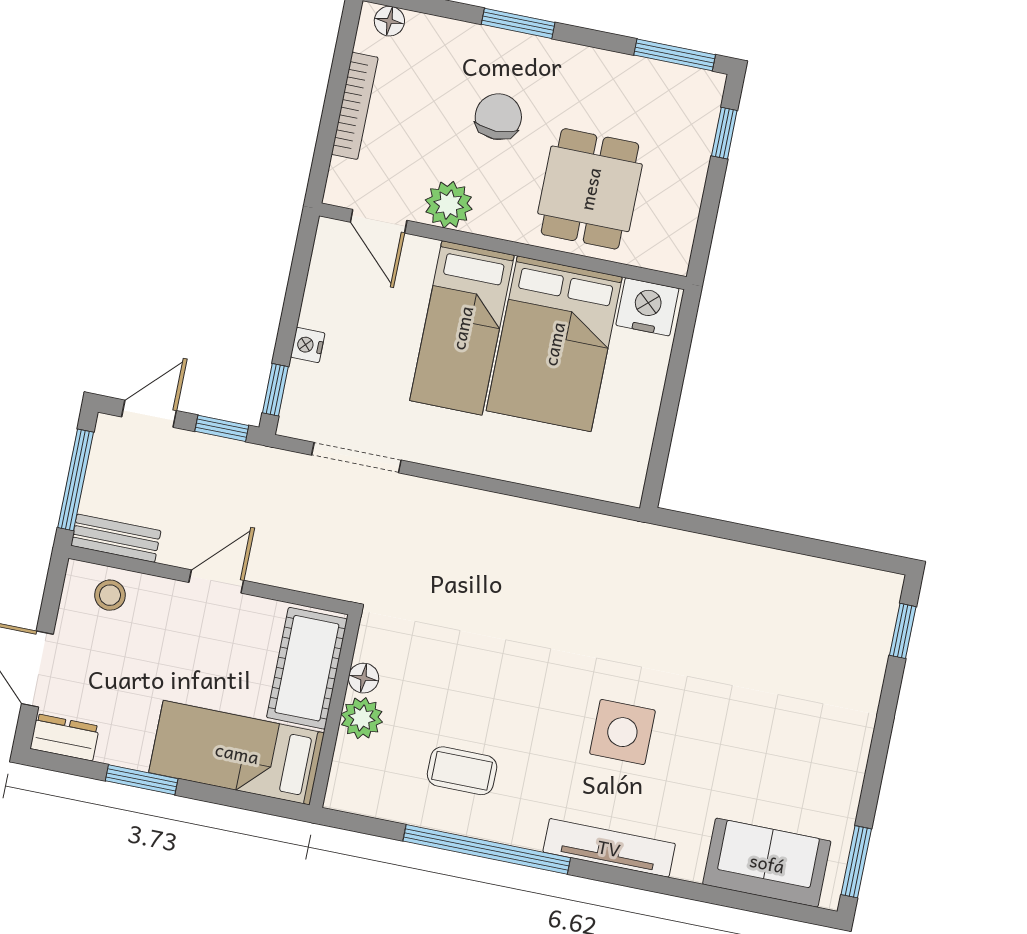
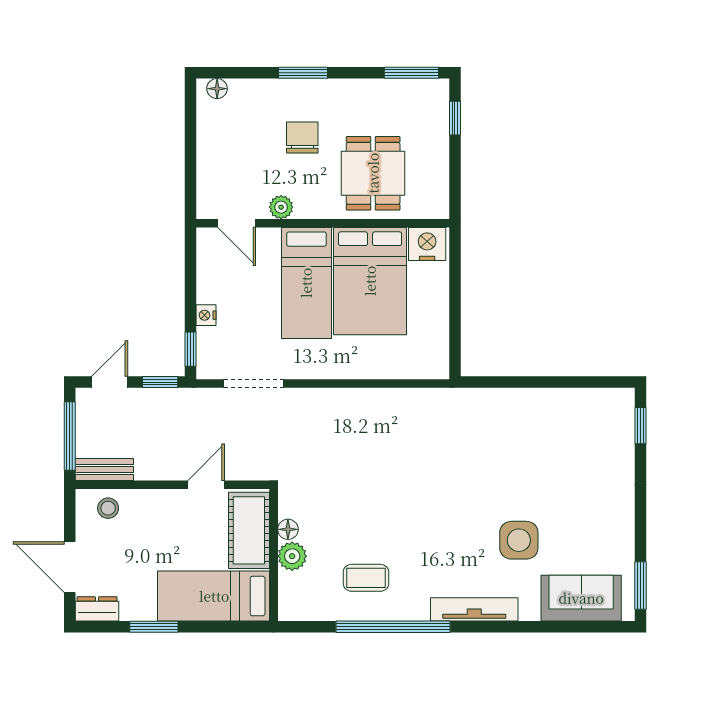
bookcase: (355, 106) -> (205, 150), removed
plant: (449, 205) -> (281, 207), width x0.73, depth x0.73
door: (216, 581) -> (206, 485), moved
side table: (622, 732) -> (519, 540), moved

